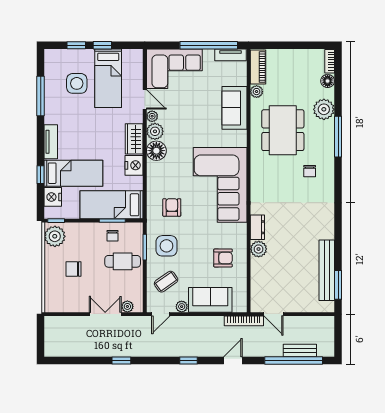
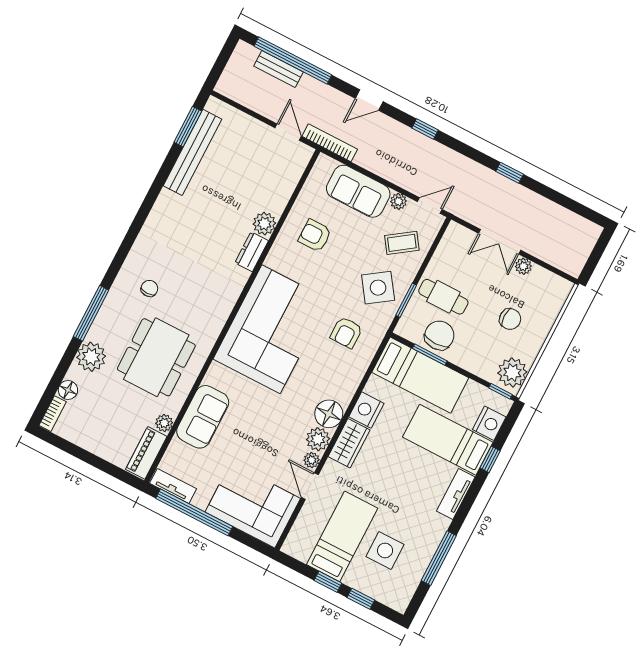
chair: (113, 236) -> (439, 335), width x1.87, depth x1.87
side table: (166, 246) -> (378, 288), turned -35
plant: (127, 306) -> (523, 266), moved

